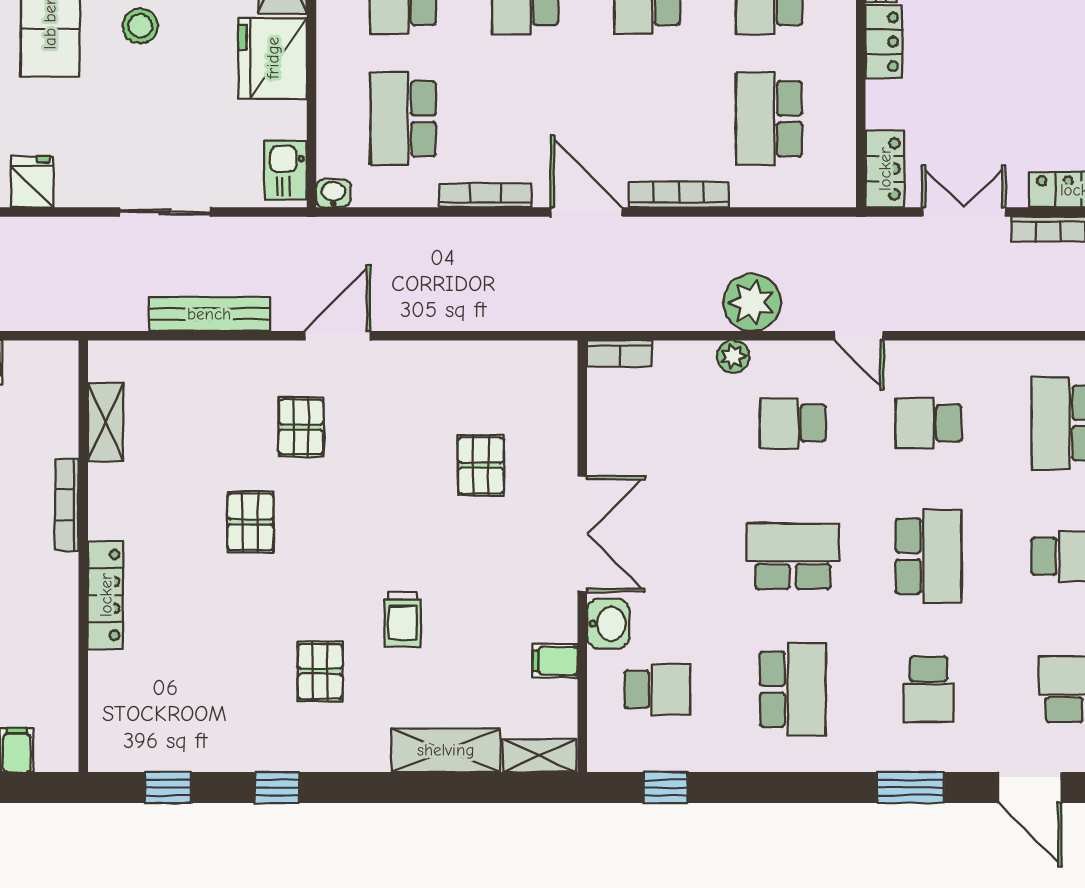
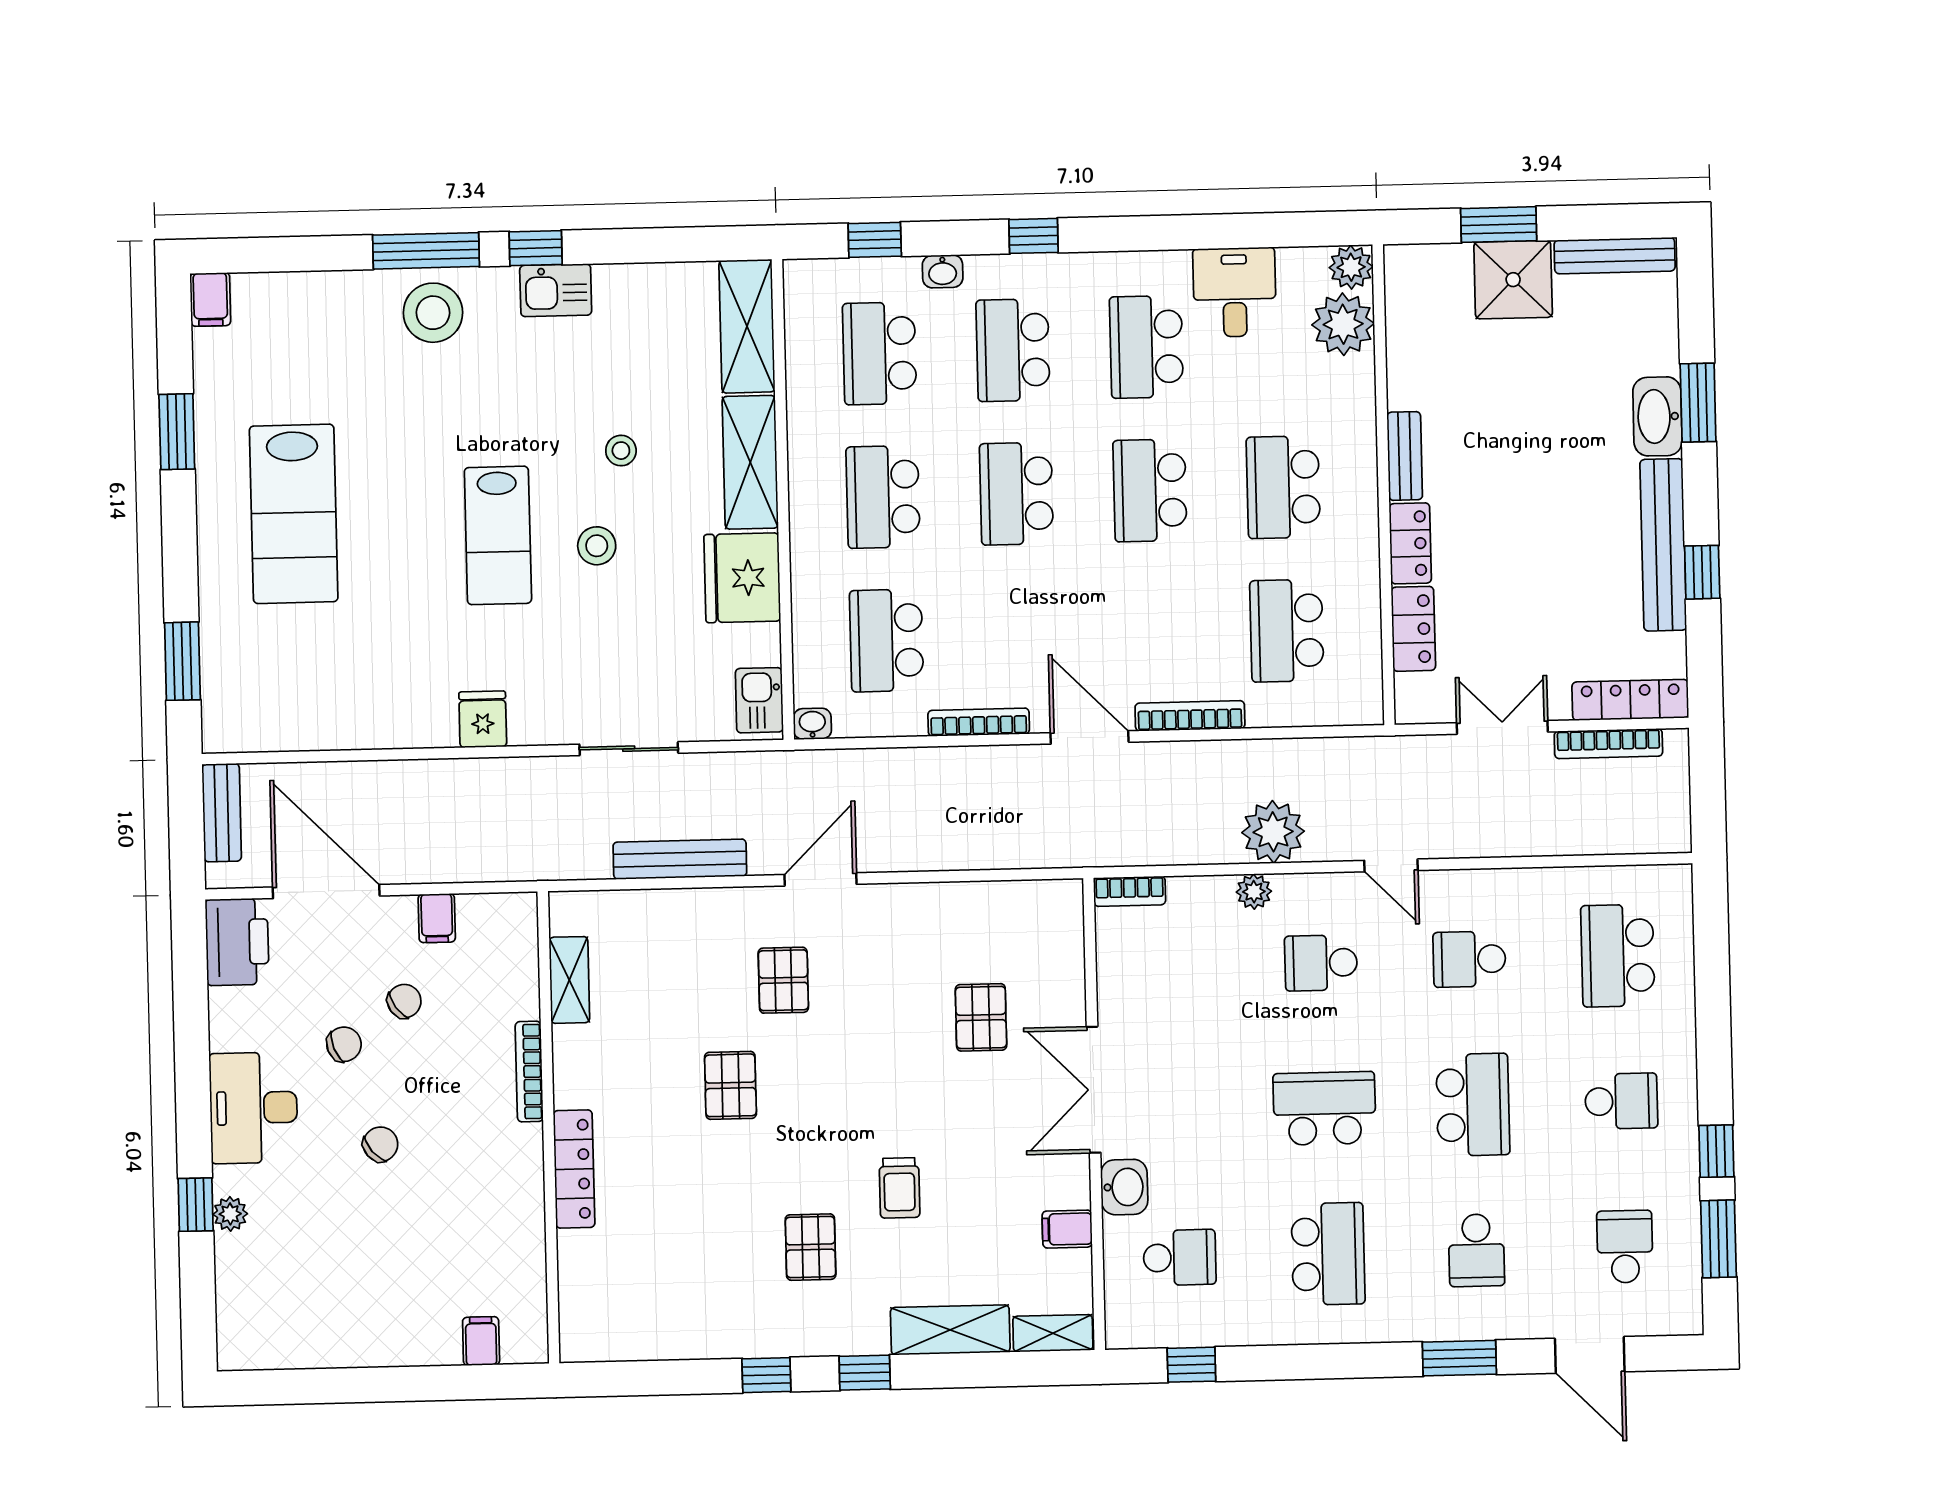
locker: (885, 169) -> (1413, 629), moved
double door: (582, 534) -> (1094, 1090), swing flipped
window: (168, 788) -> (865, 1373), moved

